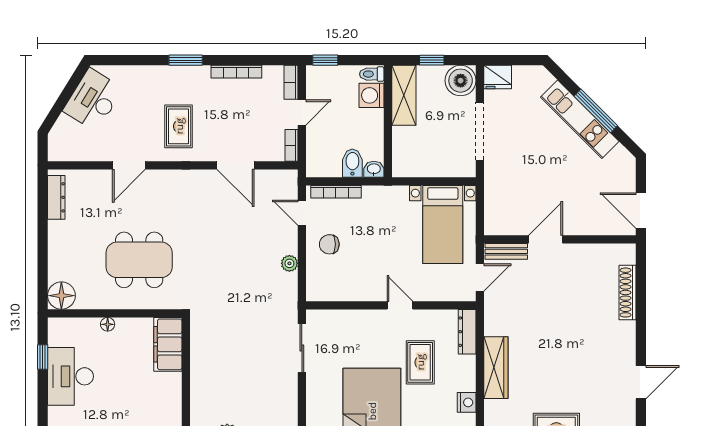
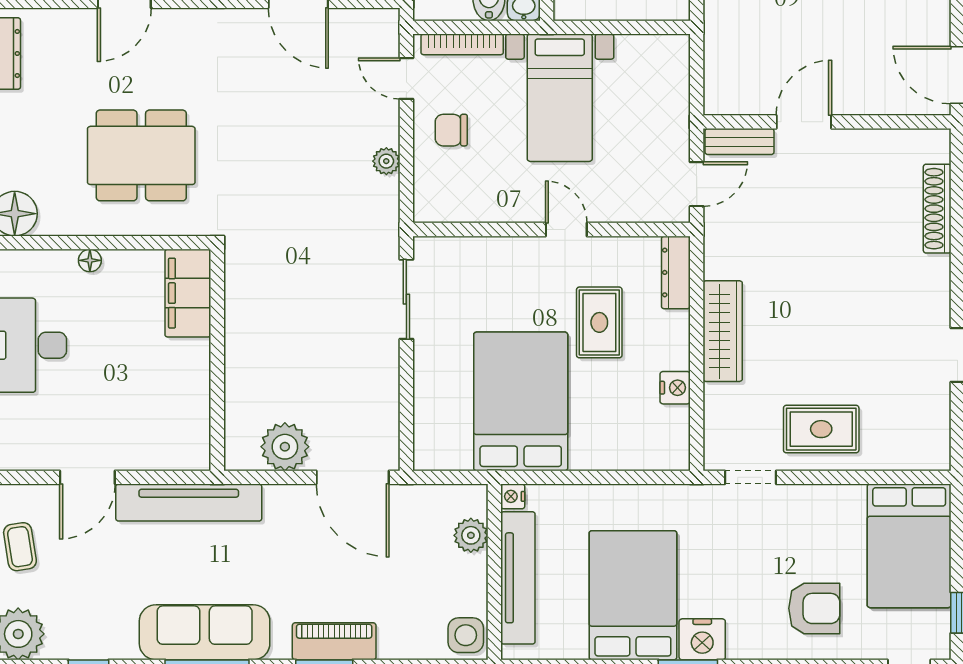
bed with nightstands: (443, 224) -> (560, 98), moved

